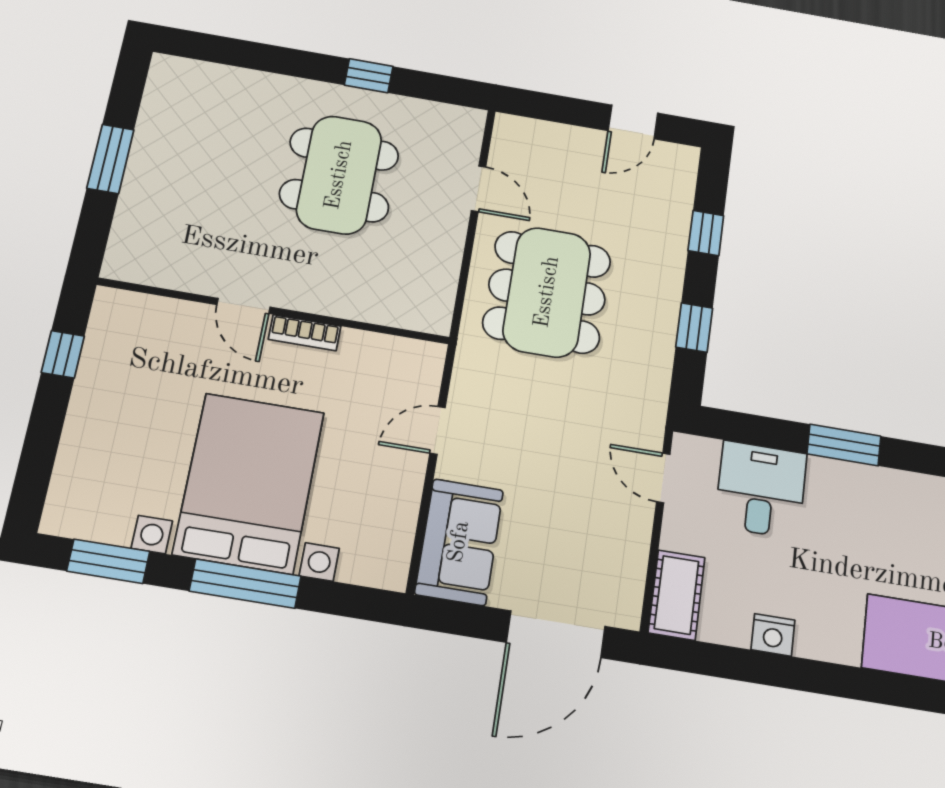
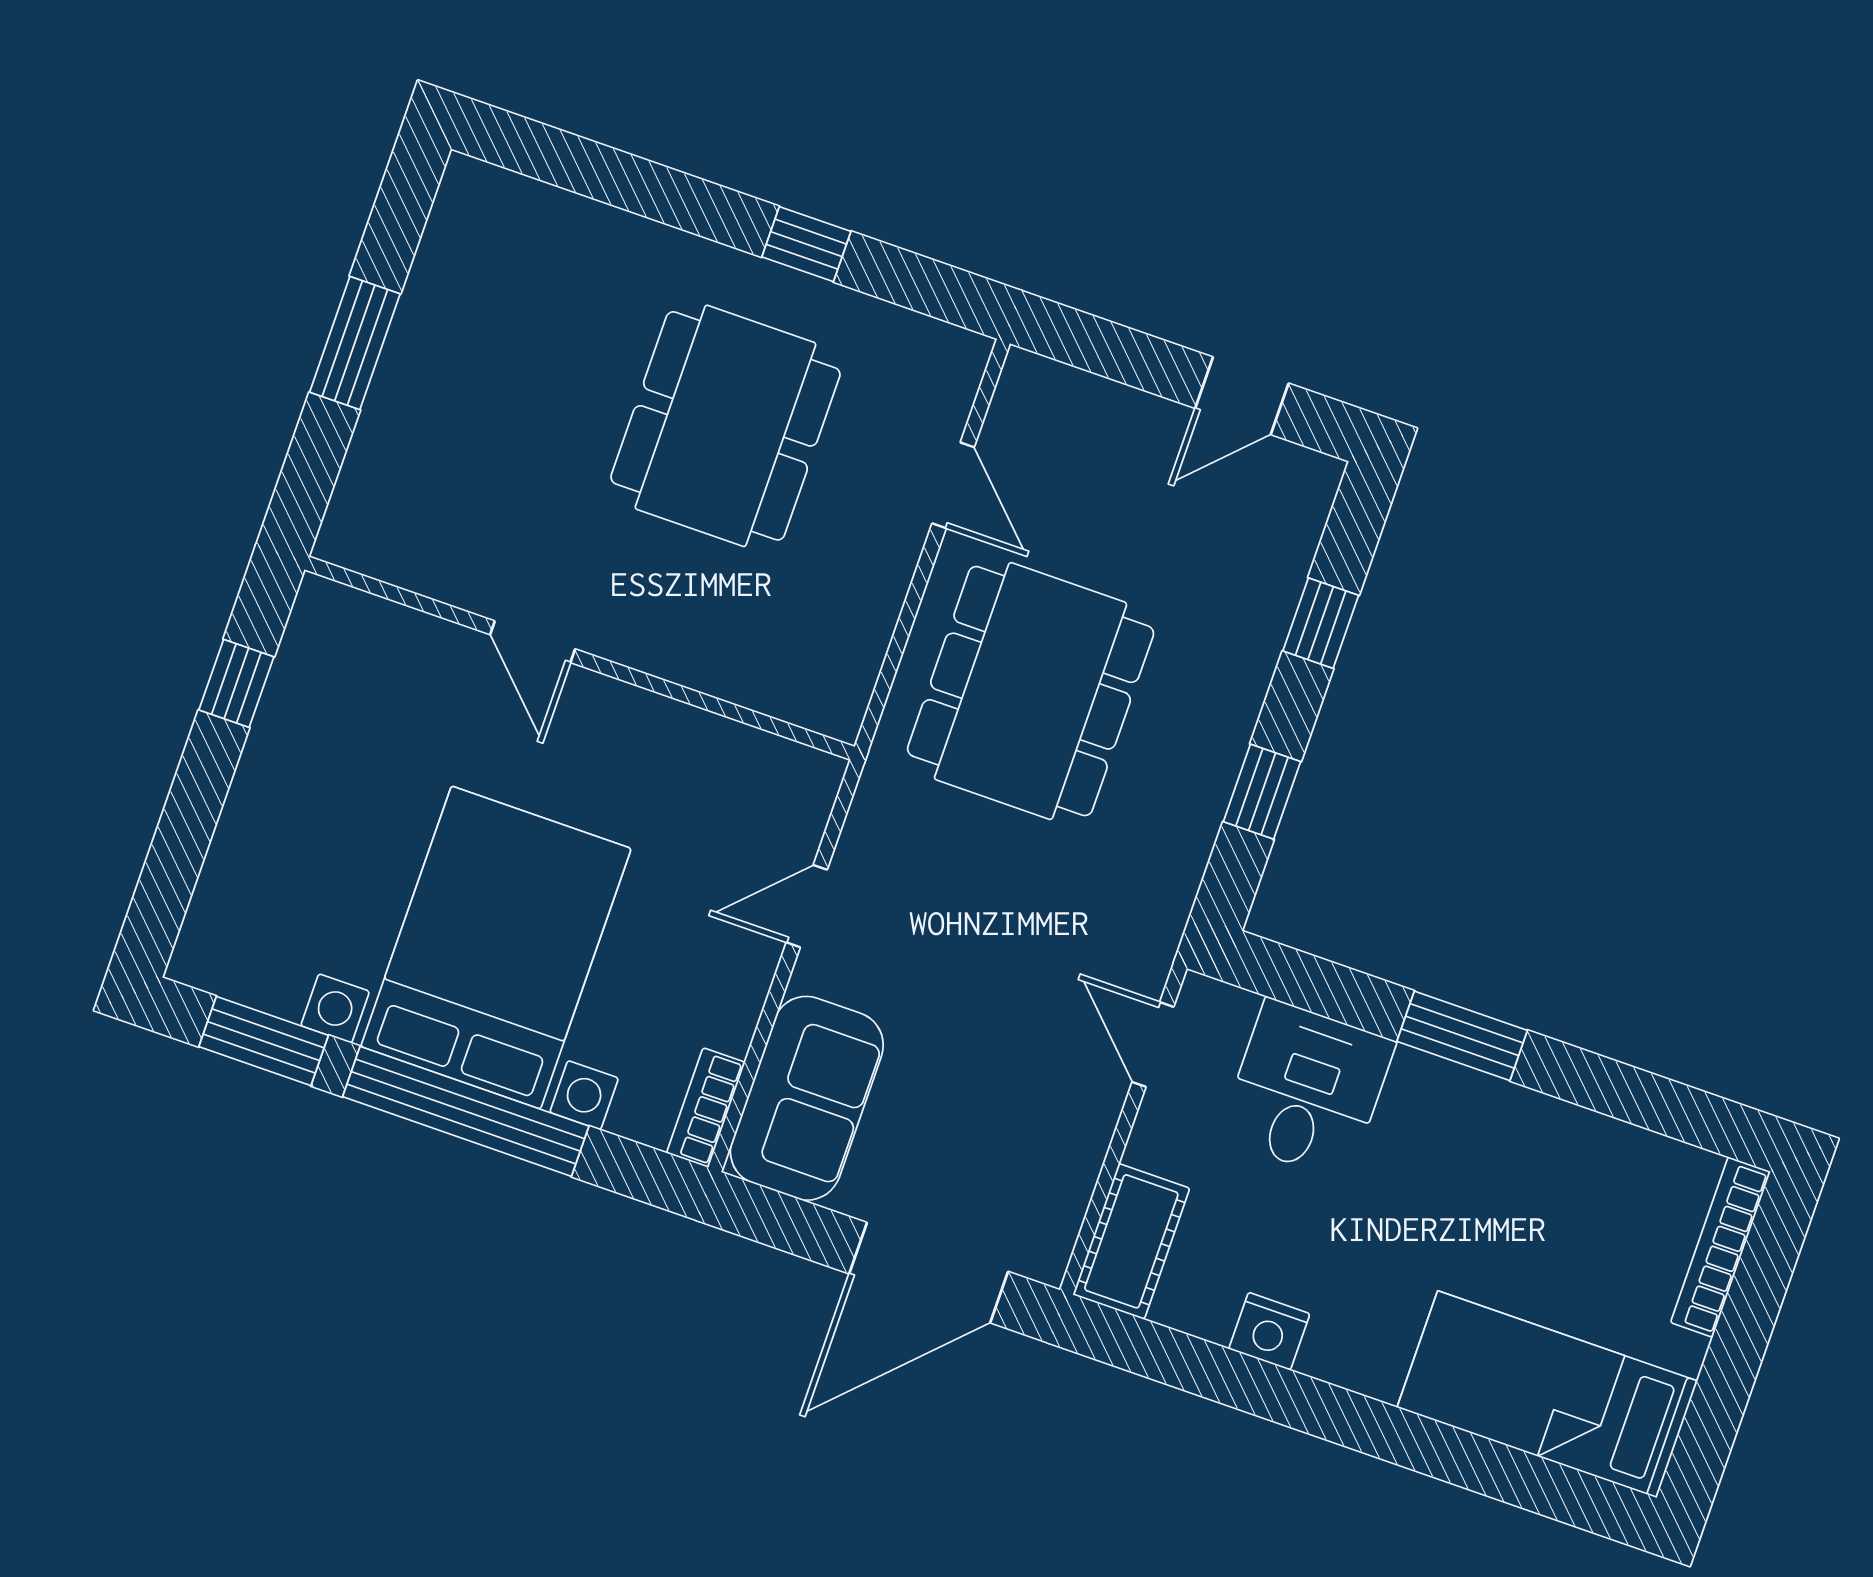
bookcase: (305, 333) -> (706, 1108), moved, turned 90
window: (245, 584) -> (466, 1111), width x1.46

